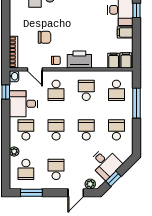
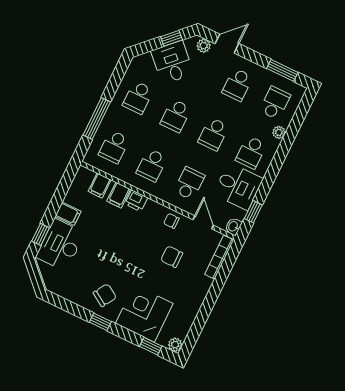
printer: (79, 60) -> (136, 201), width x0.53, depth x0.68
filing cabinet: (126, 60) -> (119, 195), moved
school desk: (116, 90) -> (114, 147), turned 180

